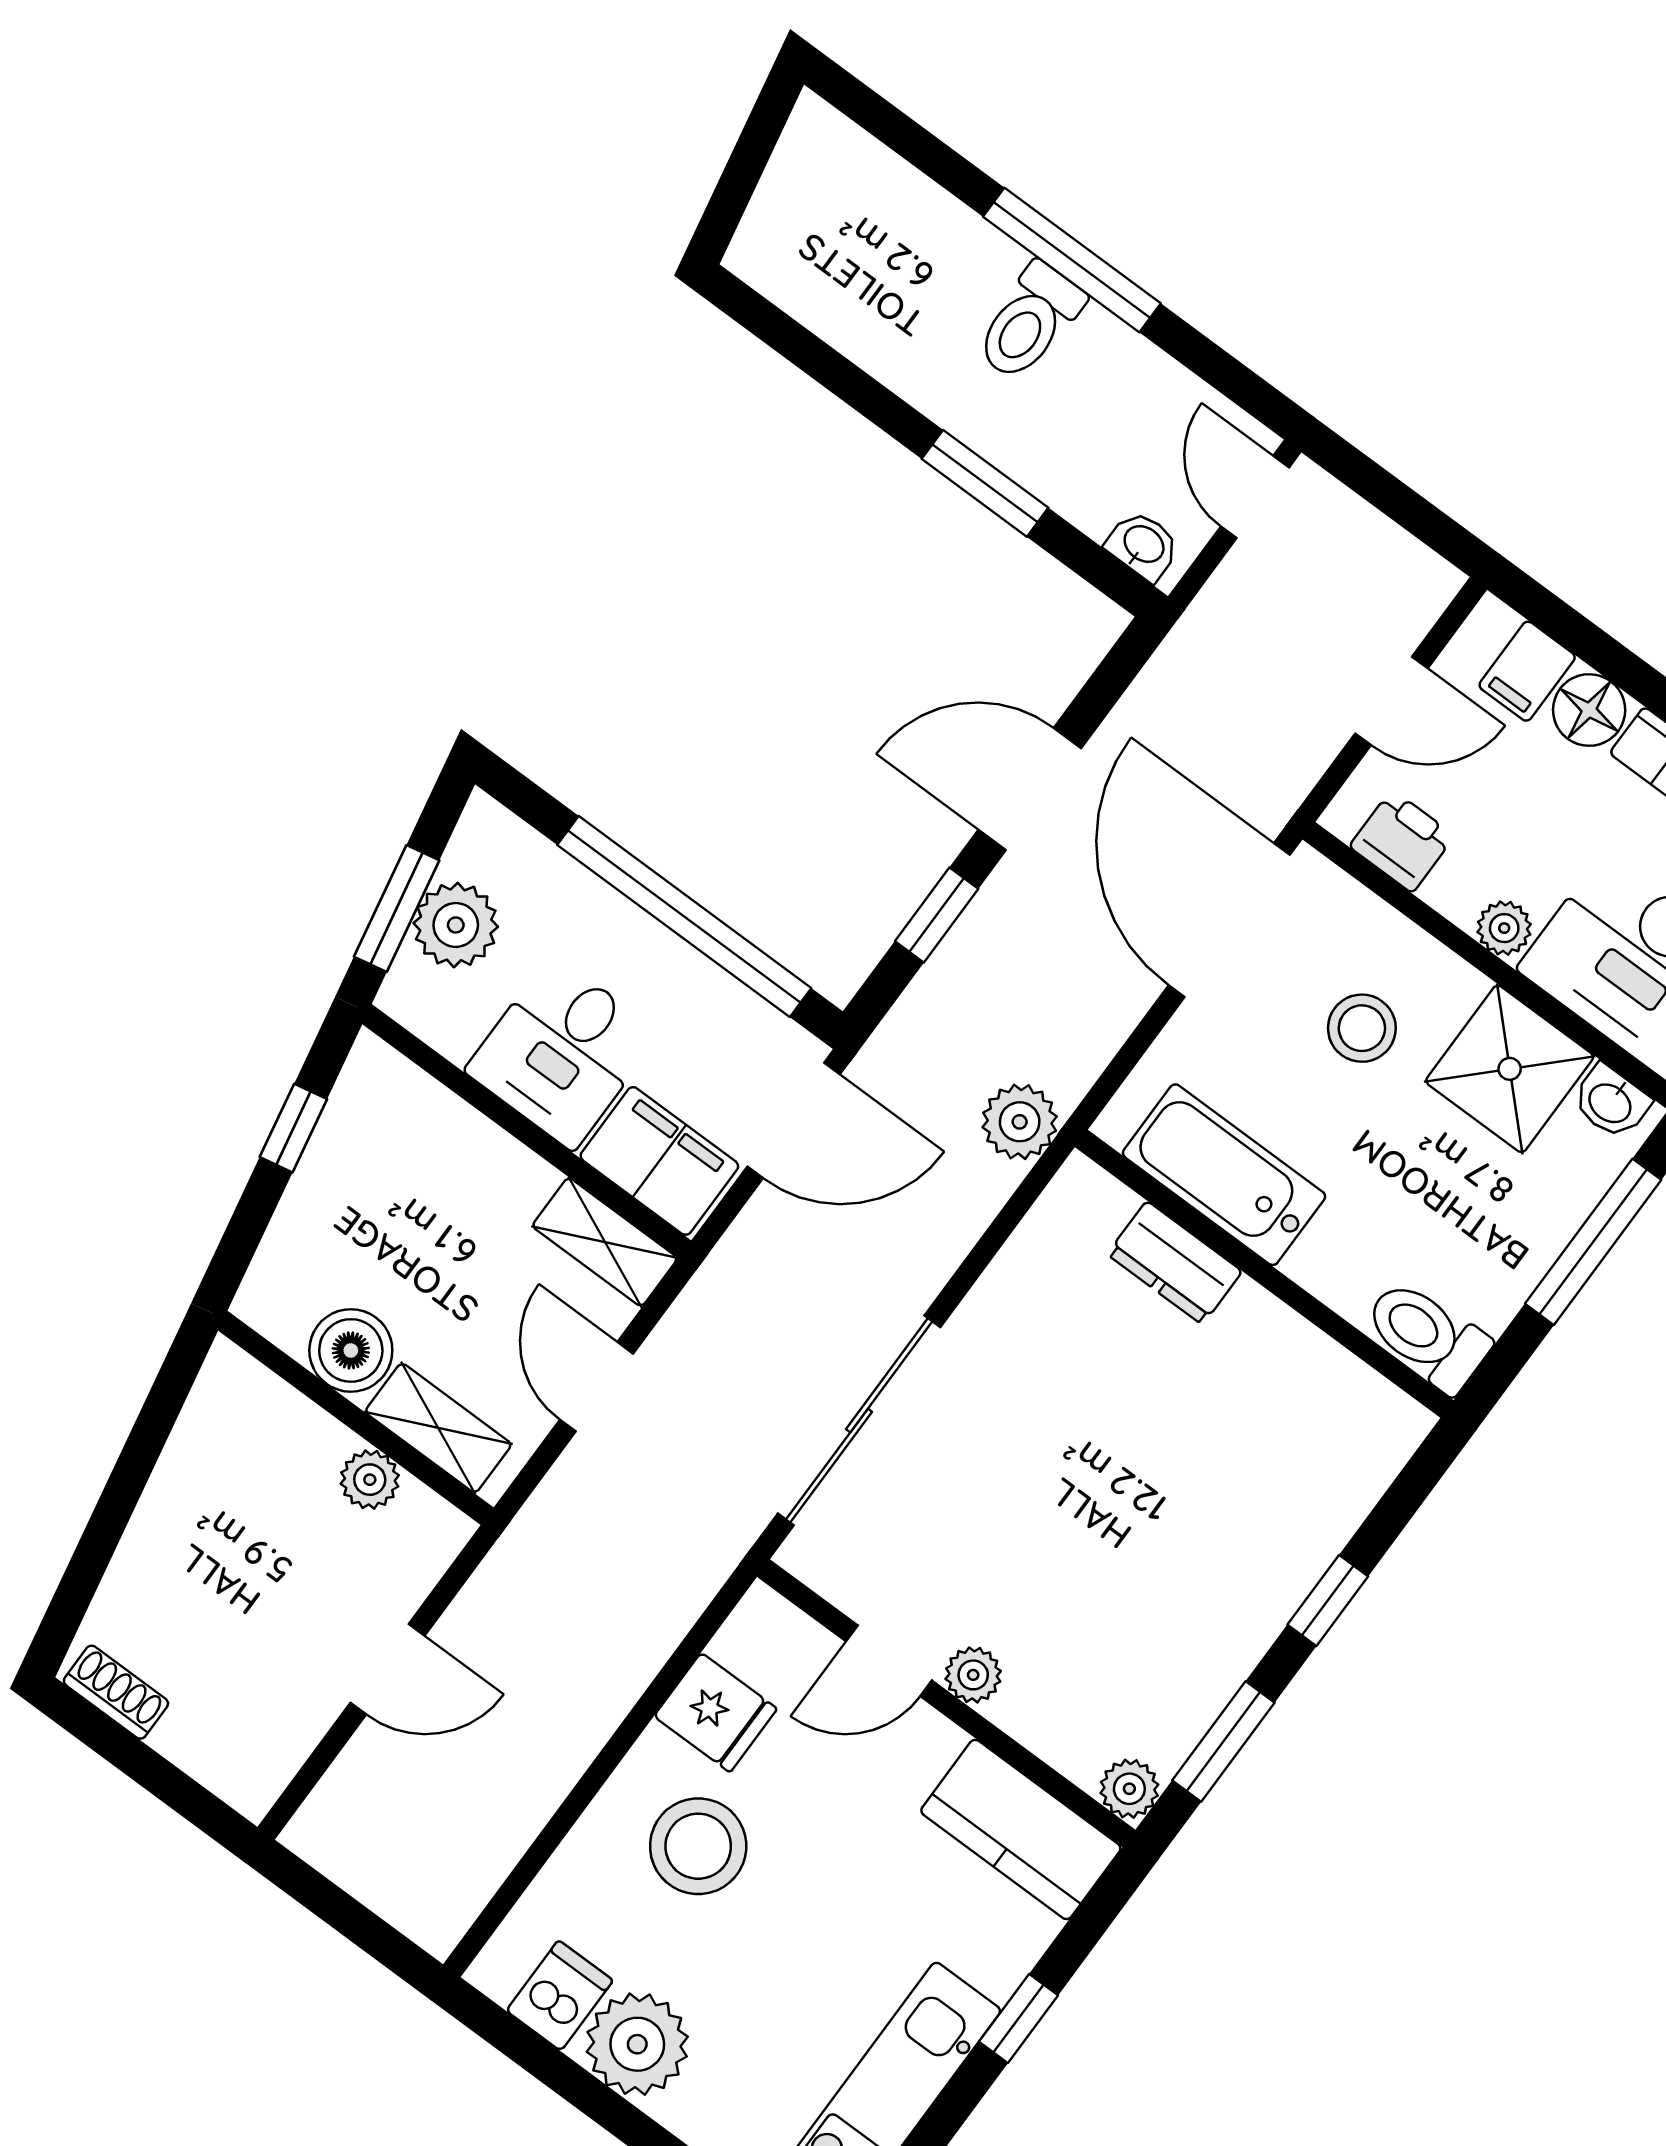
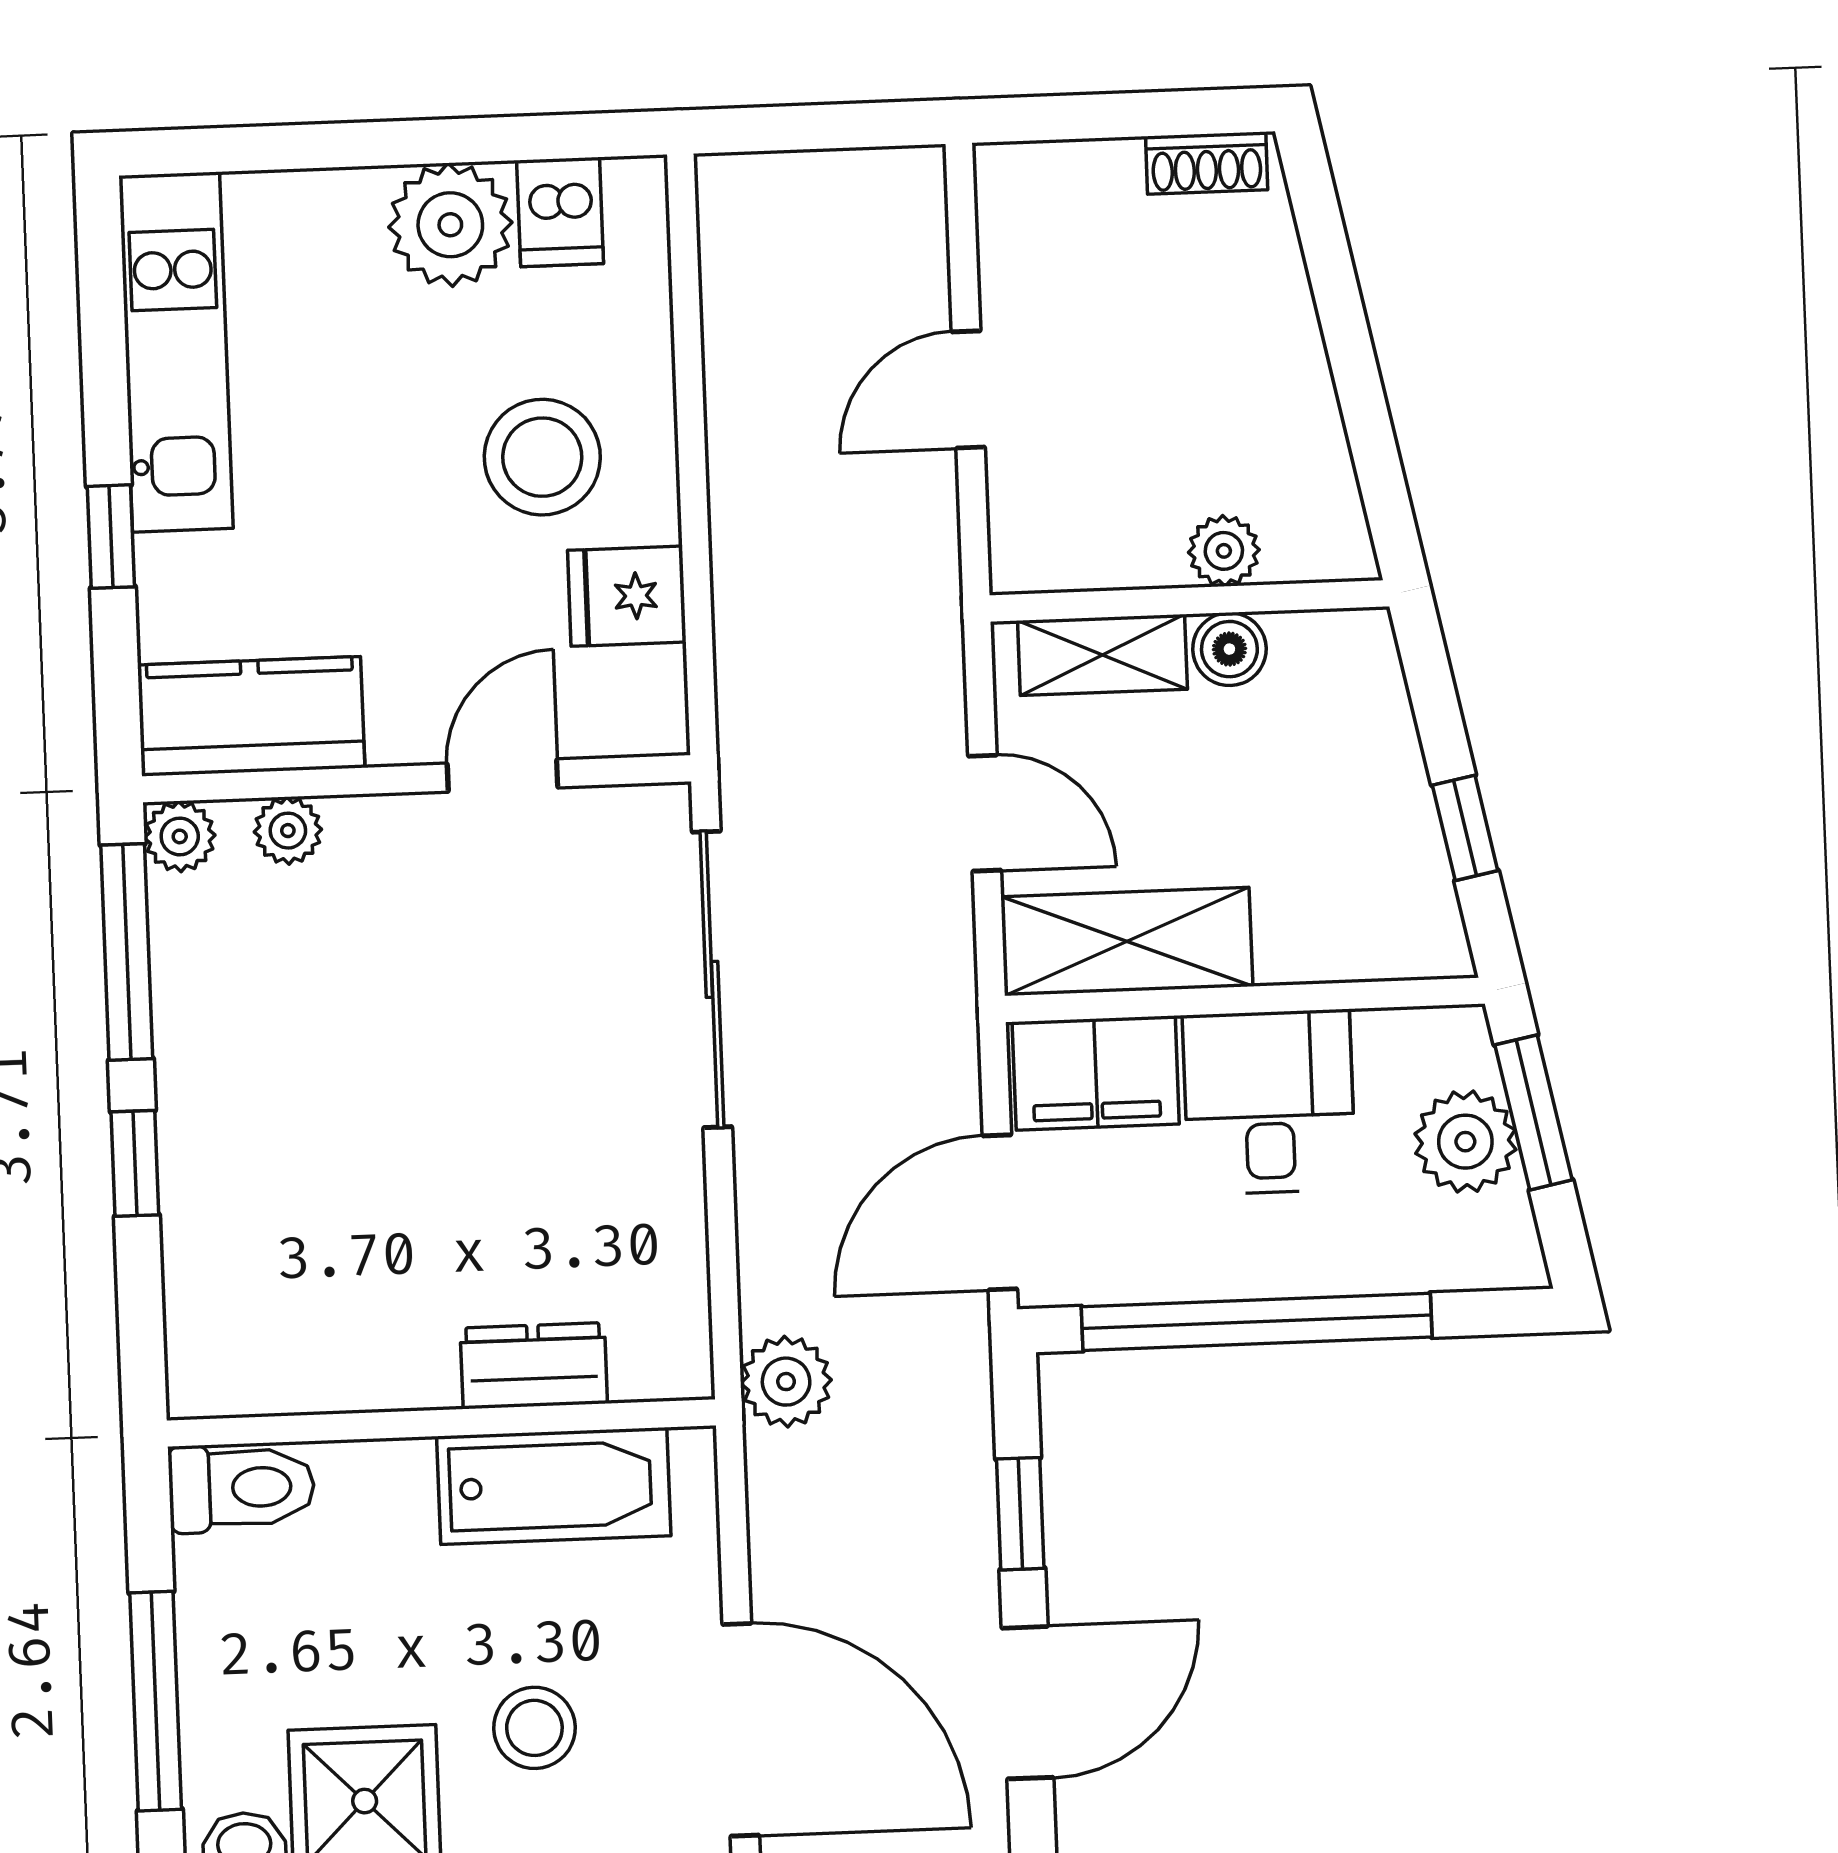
shelving: (605, 1242) -> (1127, 942), width x1.50, depth x1.33
boiler: (351, 1350) -> (1229, 649), width x0.73, depth x0.73
plant: (370, 1480) -> (1224, 551), moved
plant: (973, 1675) -> (288, 831), moved
window: (1223, 1741) -> (127, 952), width x1.44

